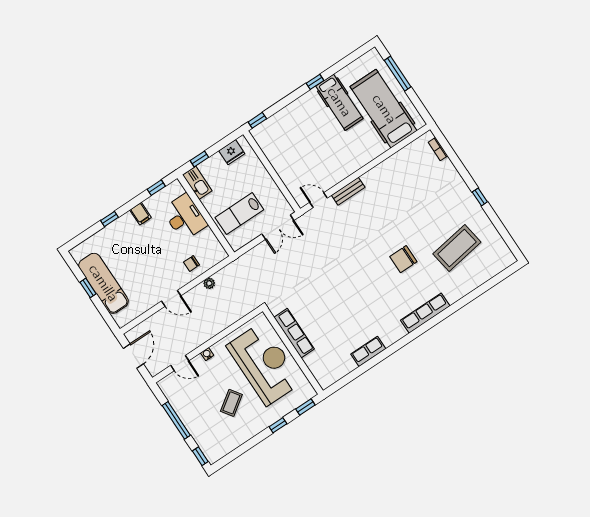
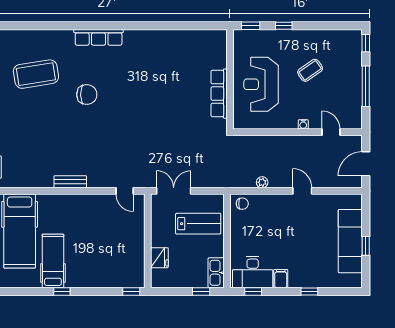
fridge: (232, 152) -> (159, 258), moved, turned 90
bench: (348, 191) -> (70, 182), moved
desk: (185, 217) -> (253, 272), moved, turned -90
chair: (191, 264) -> (242, 204), moved
row of seats: (368, 351) -> (167, 37), removed
reception desk: (264, 364) -> (261, 84), width x0.74, depth x0.77

